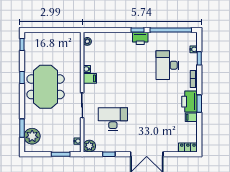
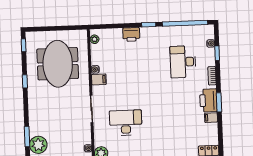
printer: (140, 38) -> (131, 34), moved
meeting table: (46, 87) -> (58, 64), moved

